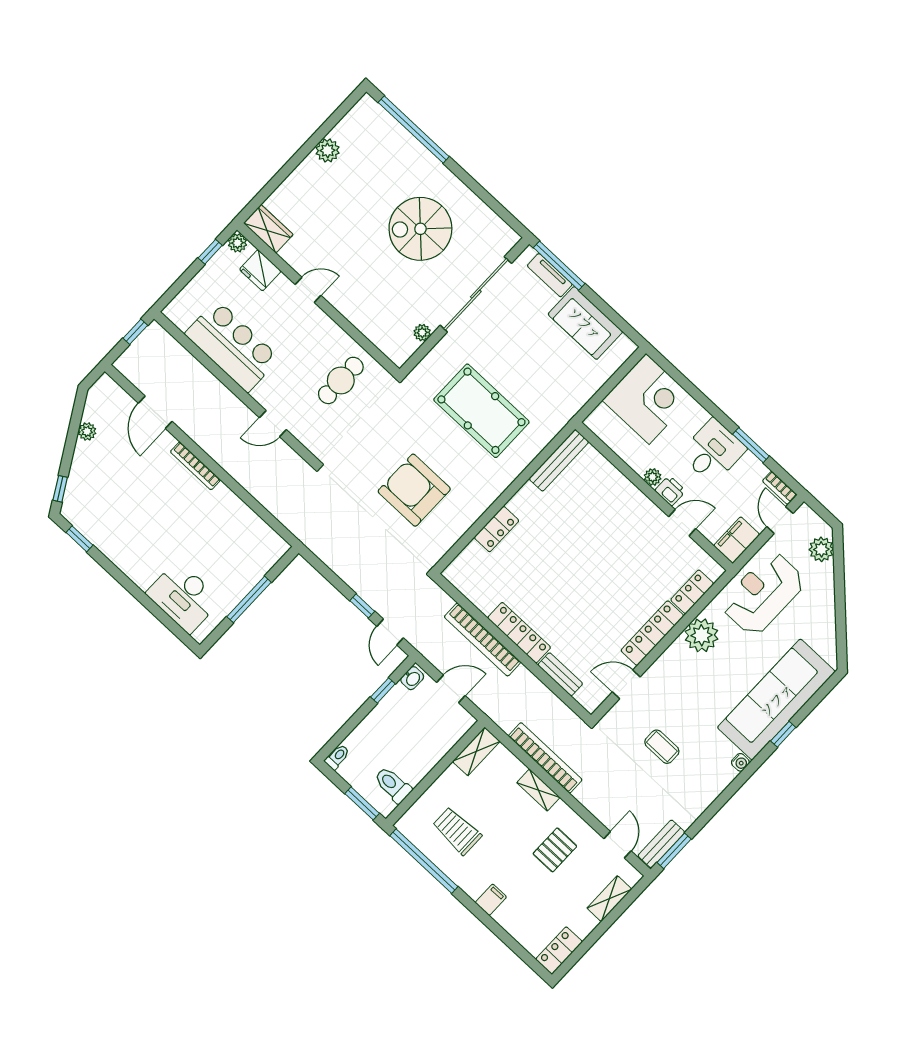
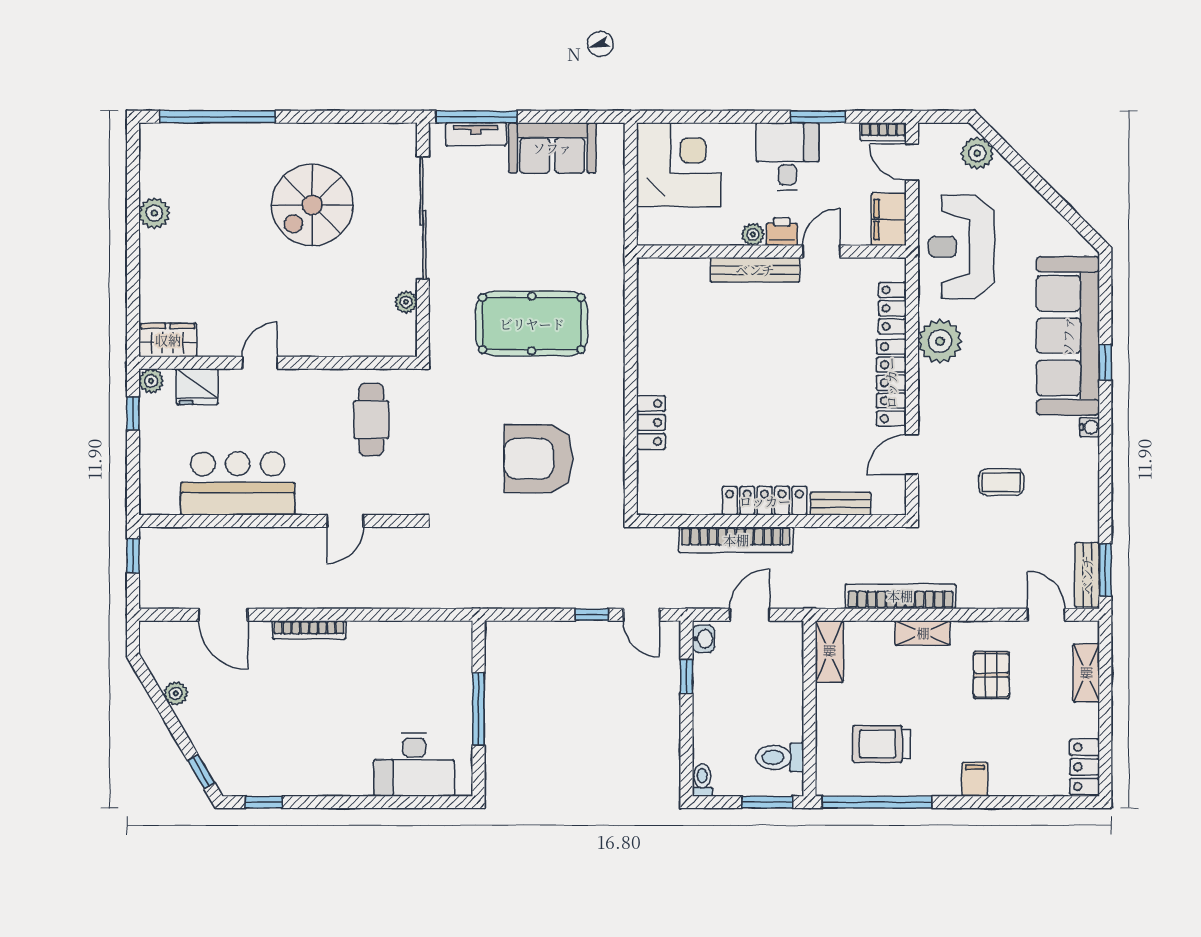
bench: (559, 460) -> (755, 270), moved, turned 90

